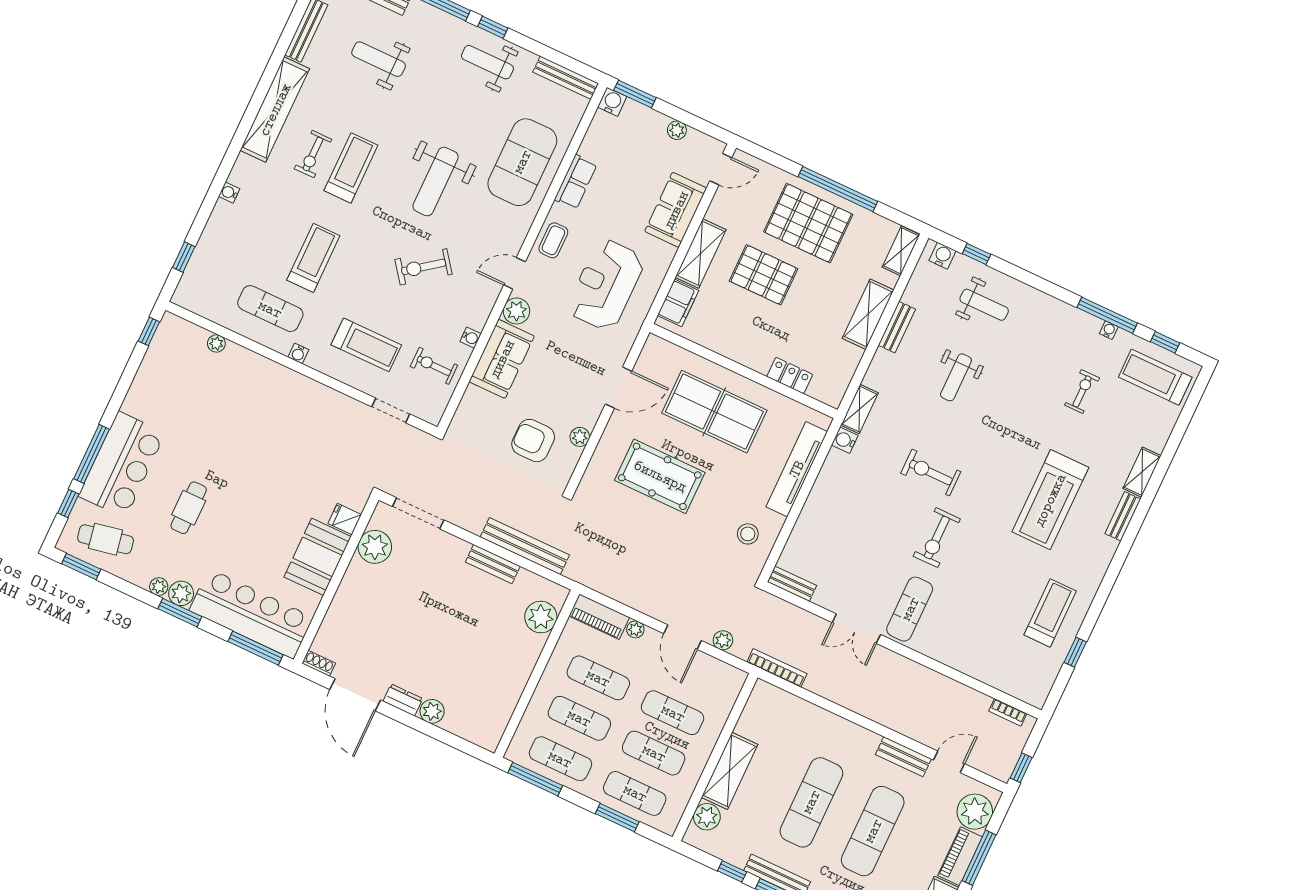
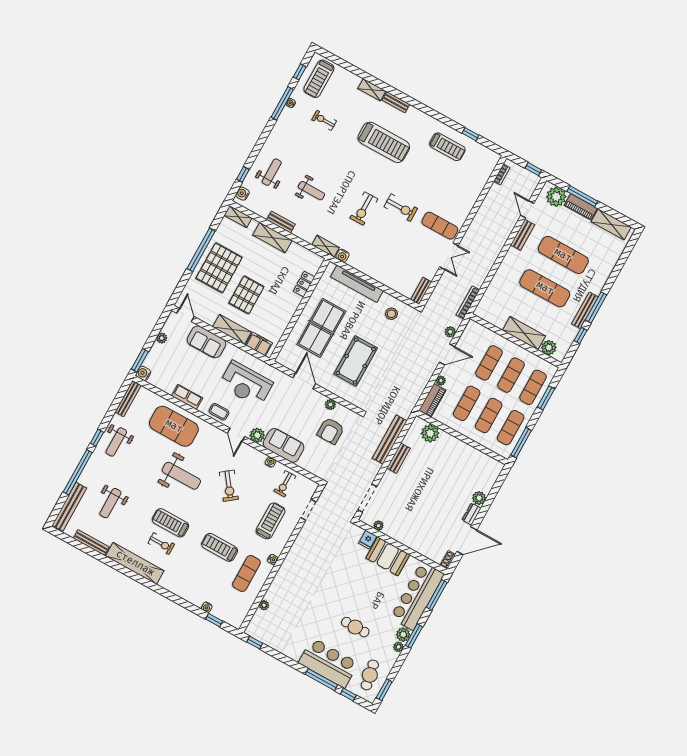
water cooler: (229, 193) -> (207, 607), moved
plant: (375, 547) -> (378, 526), width x0.53, depth x0.53
treadmill: (1050, 613) -> (447, 147), turned 180

